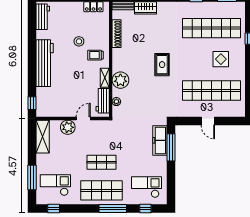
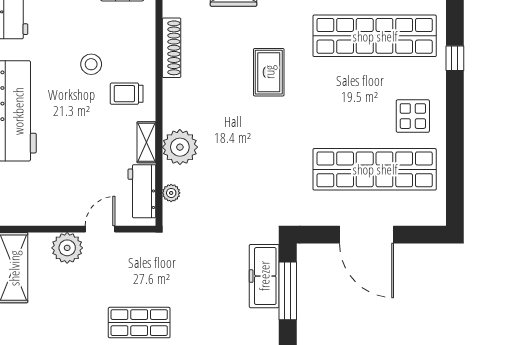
display table: (221, 59) -> (413, 116), moved
rug: (162, 65) -> (269, 72), moved
door: (208, 121) -> (367, 235), width x1.88

